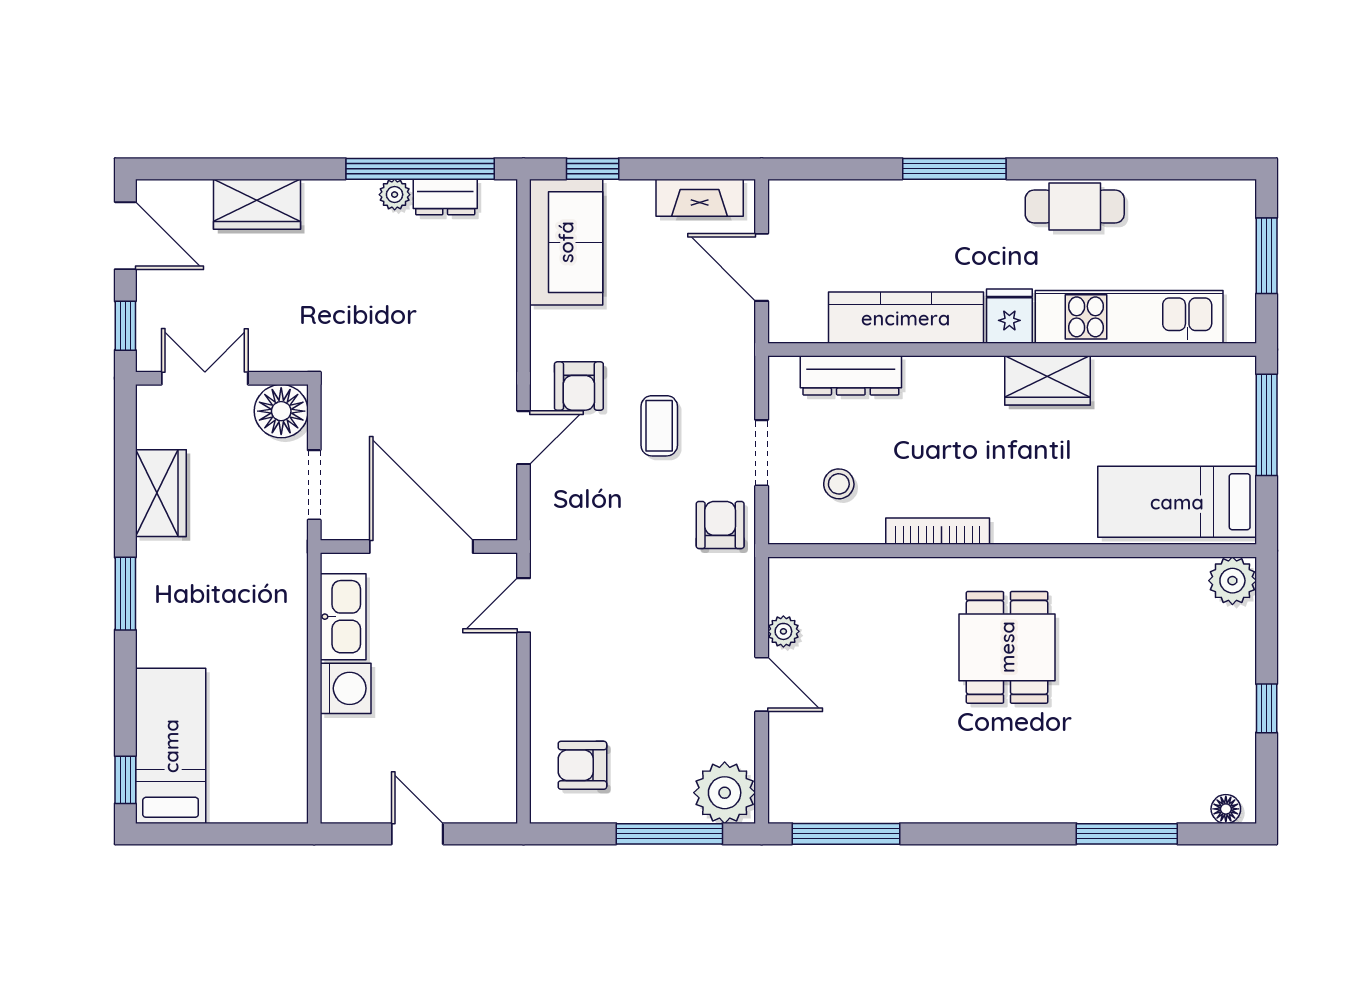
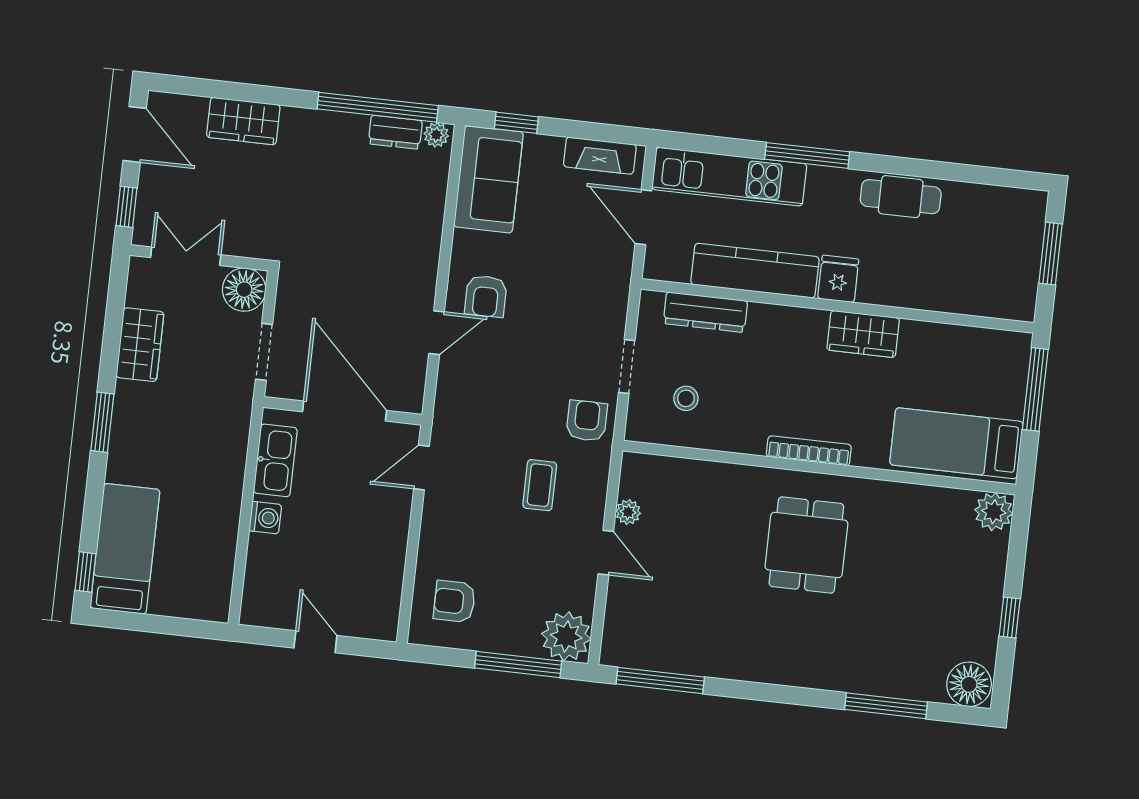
plant: (395, 195) -> (436, 135), moved
kitchen unit: (1129, 317) -> (729, 177), moved, turned 180
coffee table: (659, 426) -> (540, 485), moved
bookcase: (938, 531) -> (809, 451), moved
washing machine: (346, 688) -> (265, 518), width x0.73, depth x0.73
floor lamp: (1226, 809) -> (969, 684), width x1.89, depth x1.89

